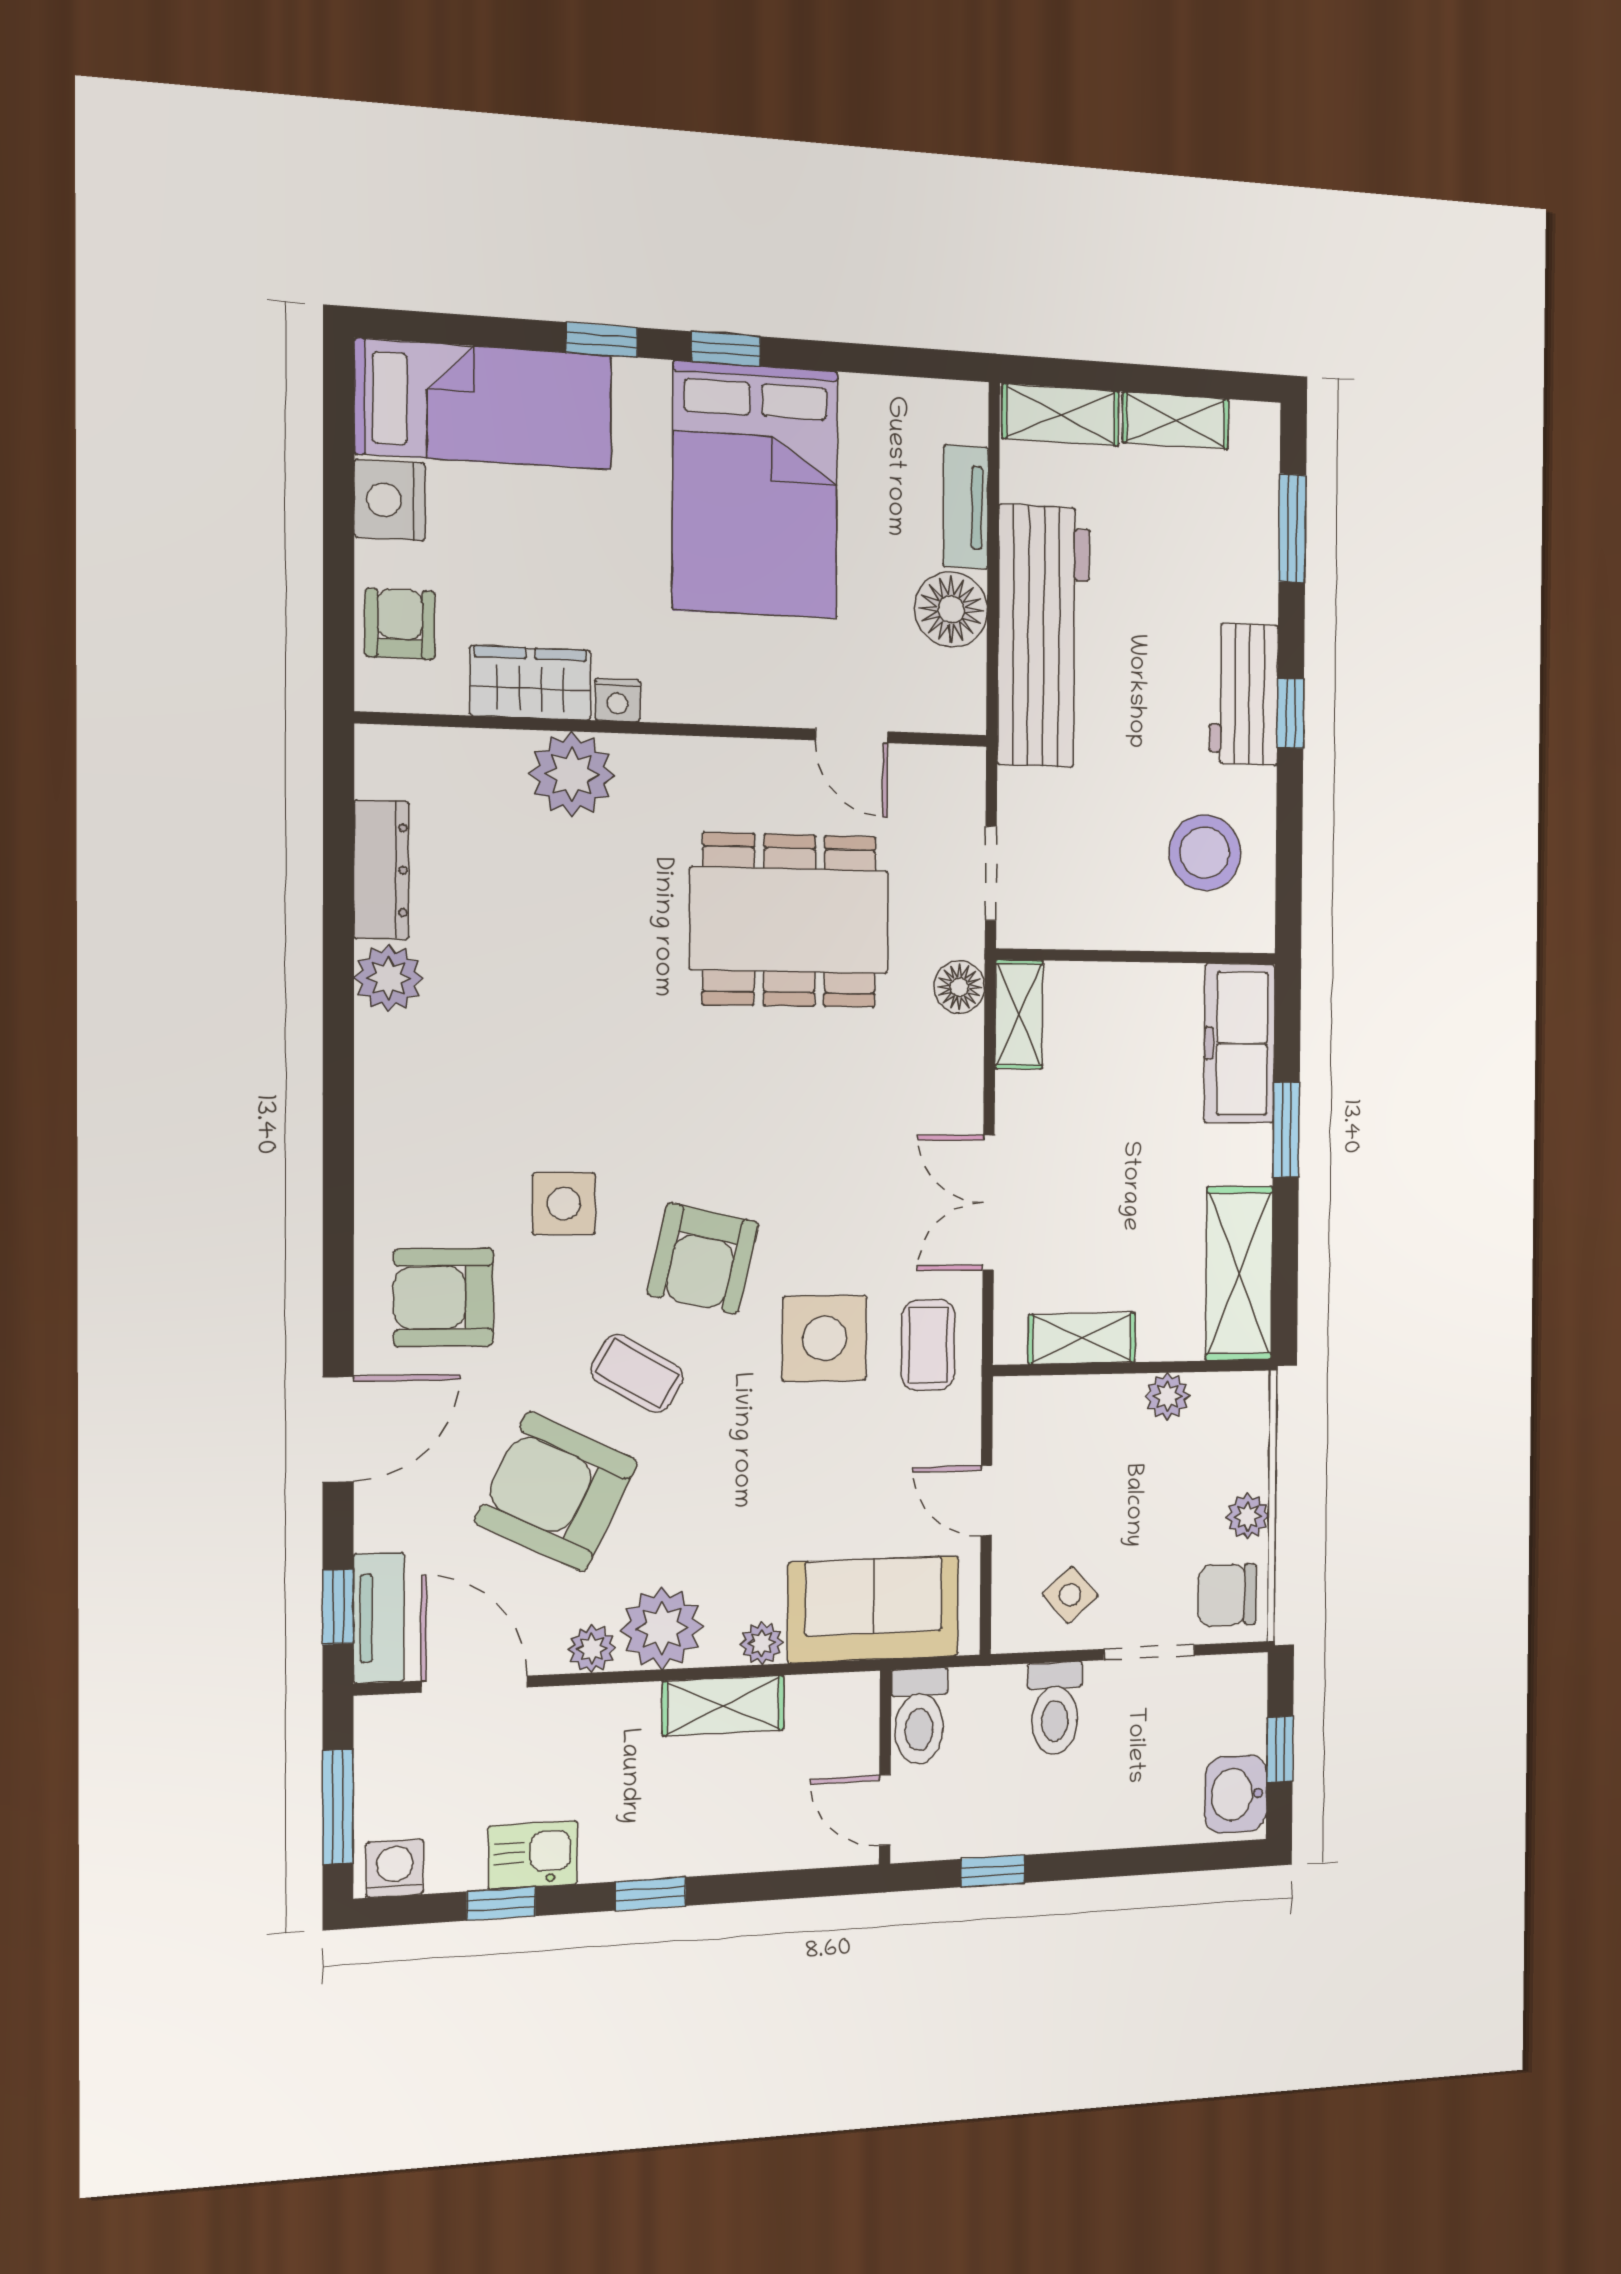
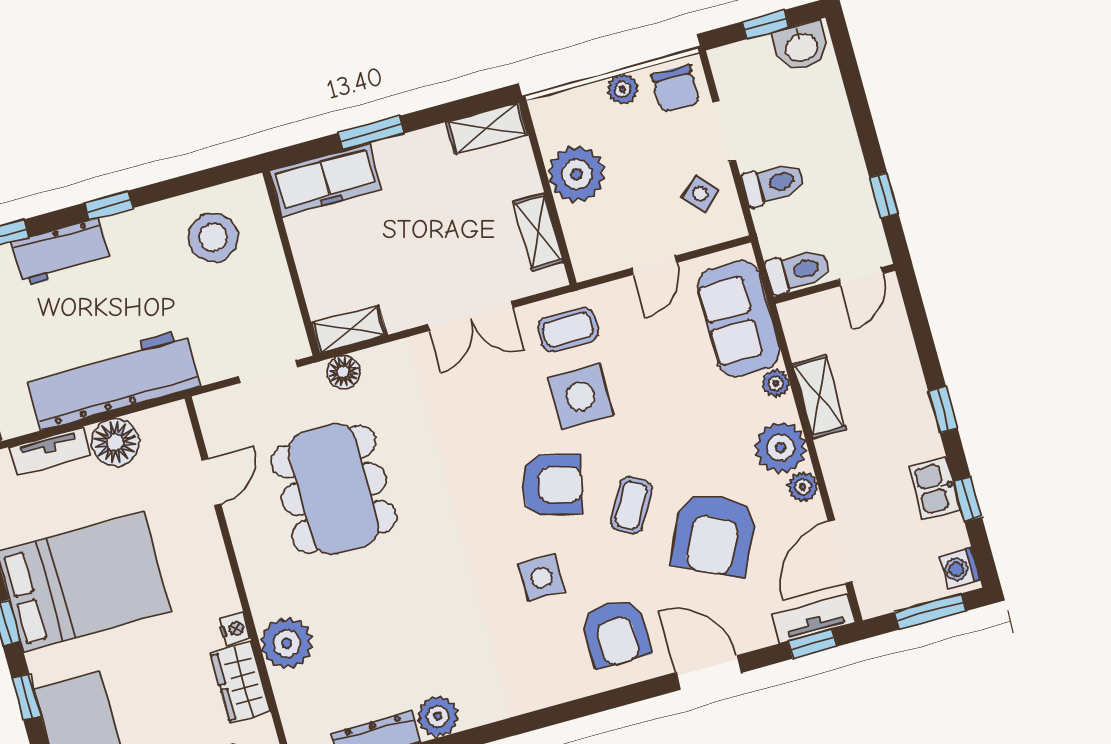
workbench: (1244, 694) -> (61, 252), moved
shelving: (1239, 1273) -> (487, 128), width x0.67, depth x0.75
plant: (1167, 1396) -> (577, 174), width x1.88, depth x1.88

